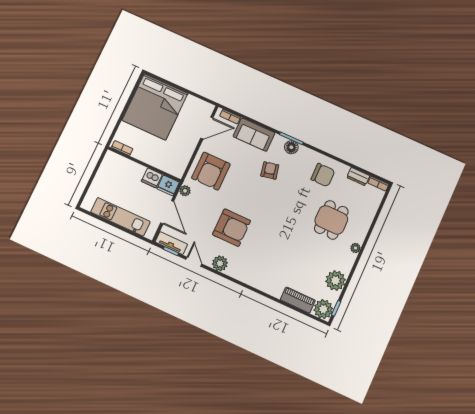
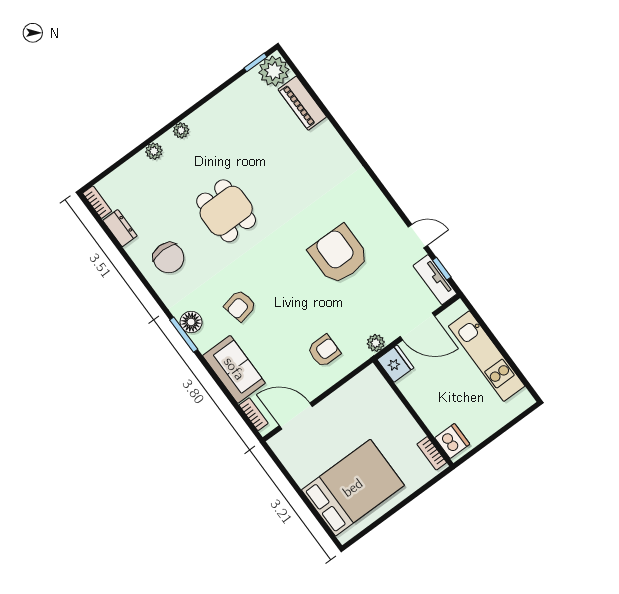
bed: (155, 107) -> (353, 488), width x0.73
armchair: (211, 171) -> (324, 351), width x0.53, depth x0.53
chair: (323, 175) -> (169, 258), turned 180
dishwasher: (152, 178) -> (452, 441), moved
door: (167, 212) -> (417, 326), swing flipped
dining table: (331, 220) -> (226, 211), moved, turned 90
door: (194, 262) -> (418, 236), swing flipped
plant: (220, 263) -> (383, 214), removed
plant: (336, 281) -> (154, 151), moved, width x0.53, depth x0.53

